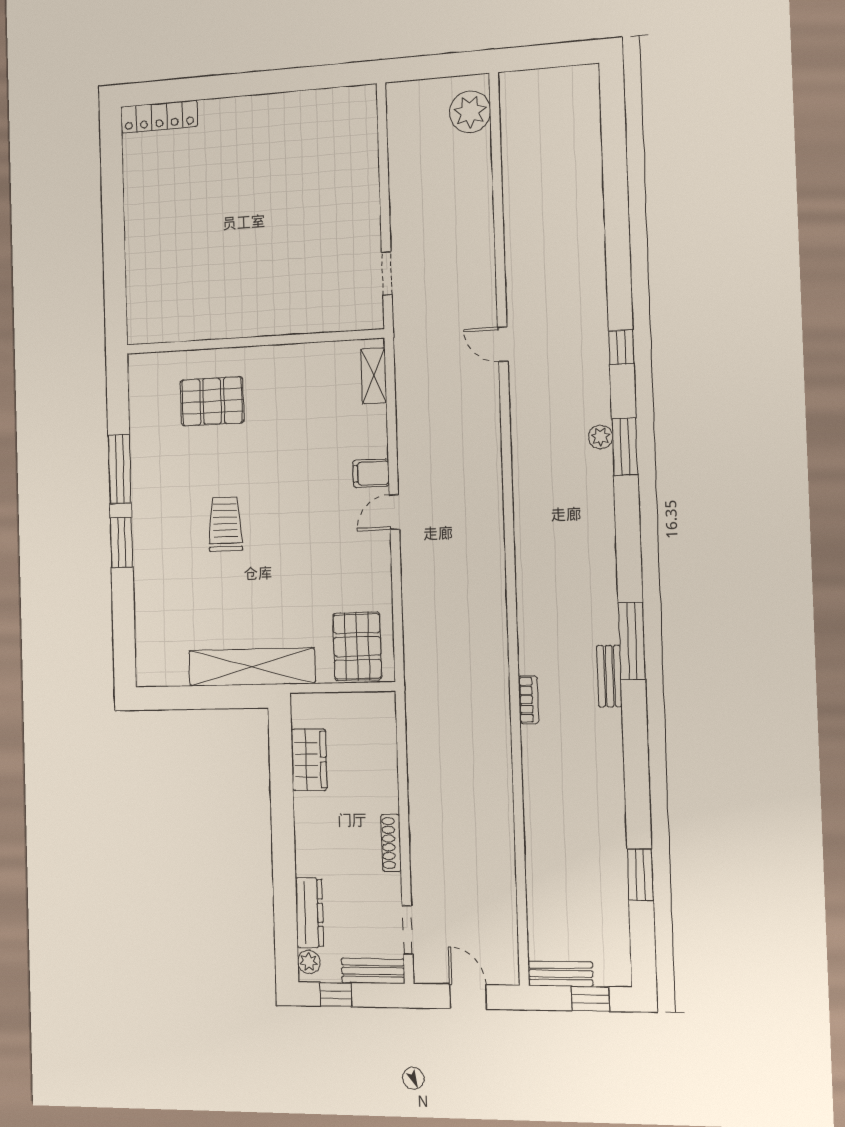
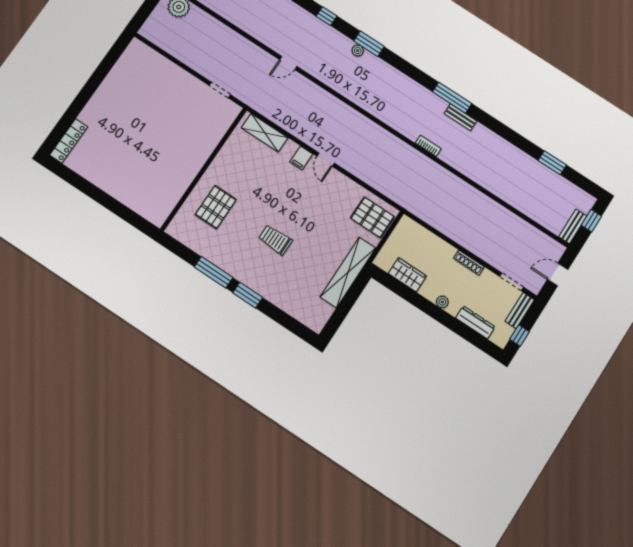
shelving: (374, 376) -> (265, 133), width x1.50, depth x1.33
bookcase: (528, 700) -> (428, 146), moved
plant: (309, 962) -> (442, 302), moved

